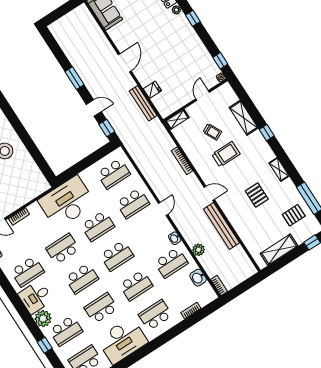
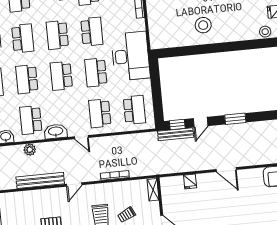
bench: (143, 103) -> (176, 134), moved
school desk: (114, 174) -> (134, 110), turned 180
washbasin: (175, 238) -> (56, 131), width x1.91, depth x1.45

